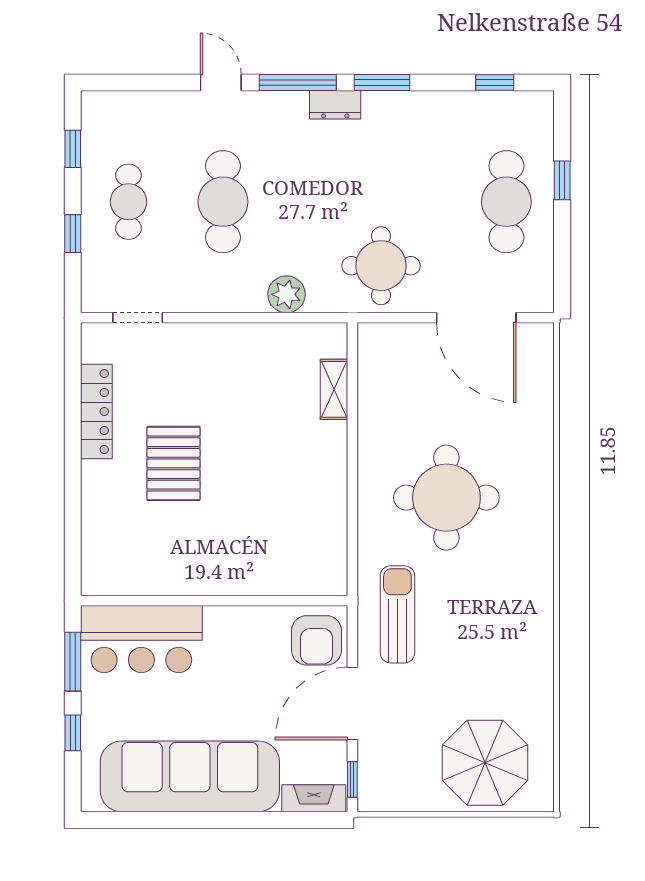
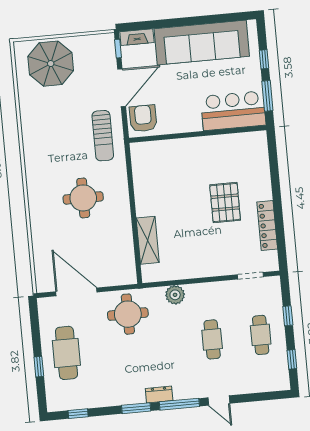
cafe table: (223, 202) -> (212, 339), width x0.73, depth x0.74
shelving: (334, 389) -> (148, 240), width x1.50, depth x1.33
round table: (446, 498) -> (83, 198), width x0.73, depth x0.73

